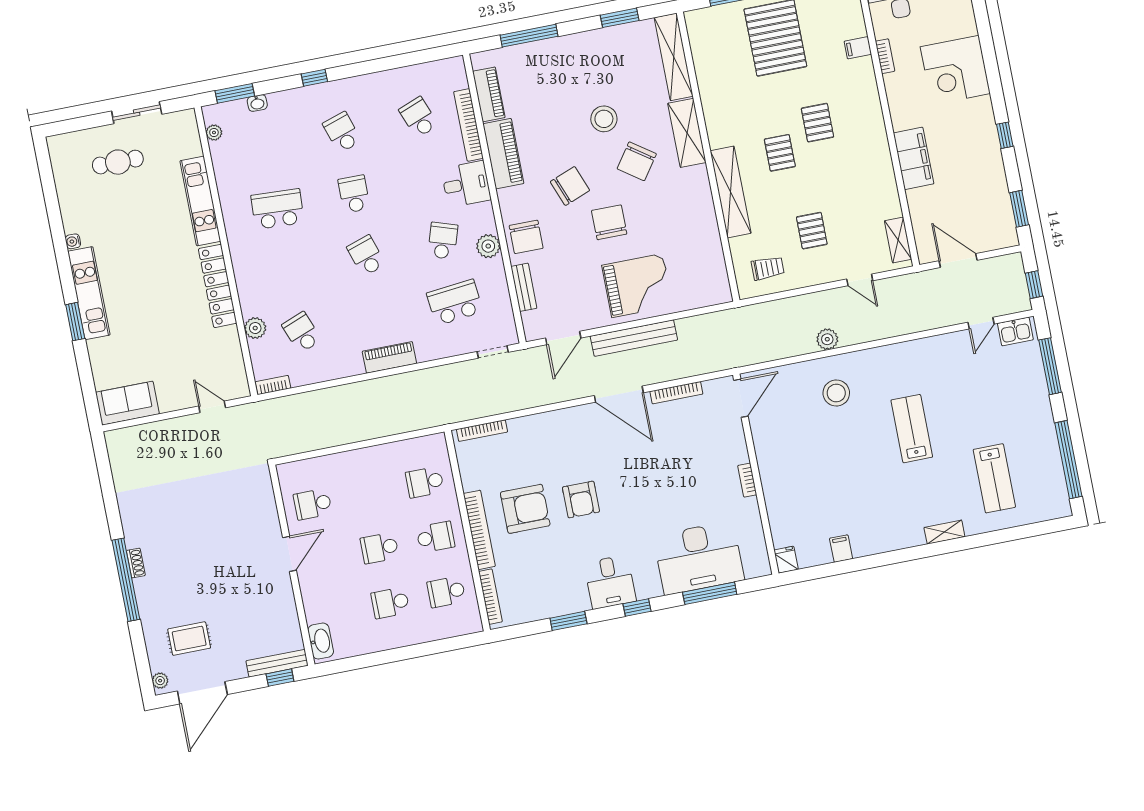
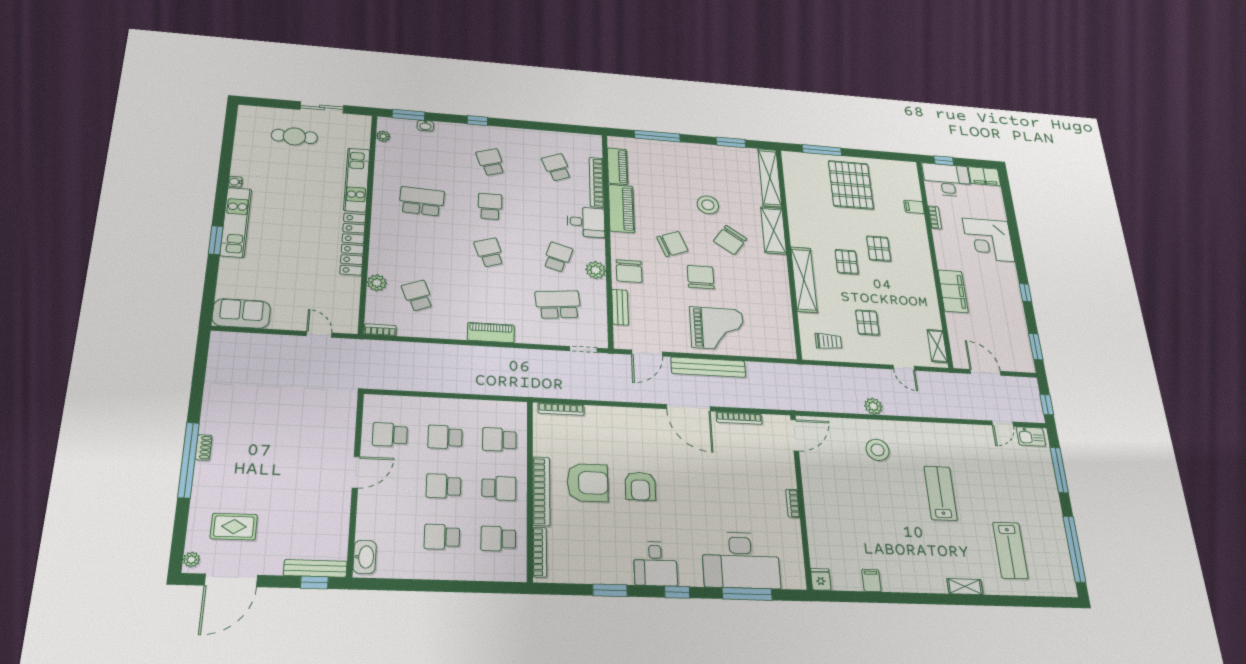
school desk: (369, 493) -> (445, 437), added

